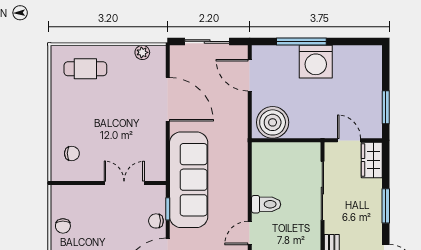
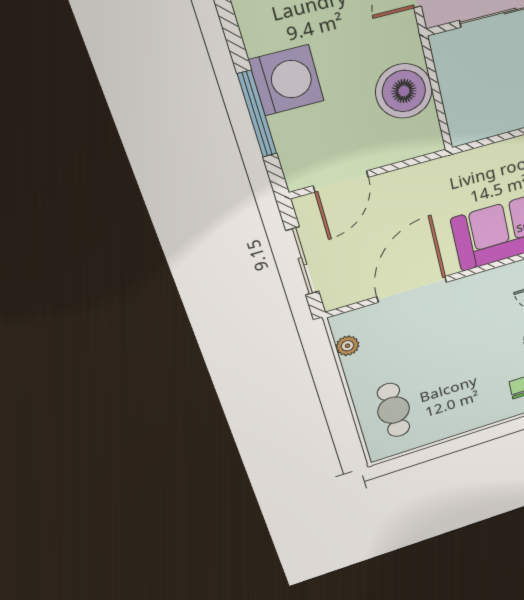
boiler: (273, 122) -> (404, 91), moved

